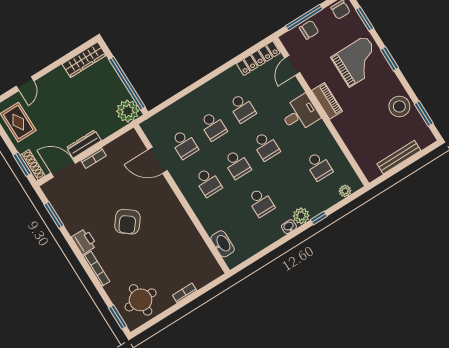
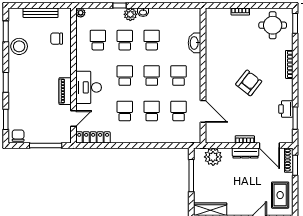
chair: (309, 30) -> (57, 39), moved
grand piano: (358, 61) -> (28, 94), removed
window: (127, 83) -> (191, 176), width x0.68
piano: (327, 101) -> (65, 91), moved
plant: (128, 111) -> (213, 157), moved
desk: (300, 114) -> (89, 87), width x1.37
school desk: (290, 184) -> (125, 40), added
plant: (345, 191) -> (81, 13), moved
printer: (84, 241) -> (286, 109), moved
washbasin: (223, 244) -> (195, 43), moved

